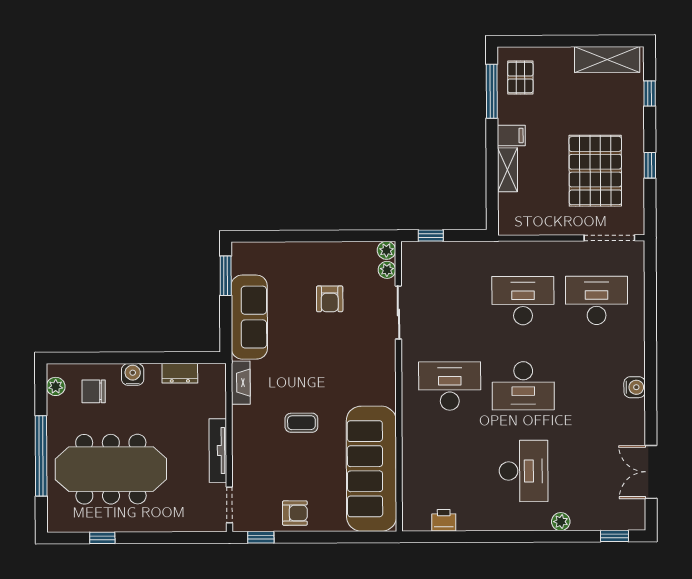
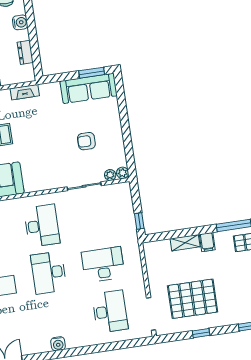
window: (431, 236) -> (139, 221), moved
desk: (523, 301) -> (103, 265), turned -90
sofa: (249, 317) -> (89, 88), moved

